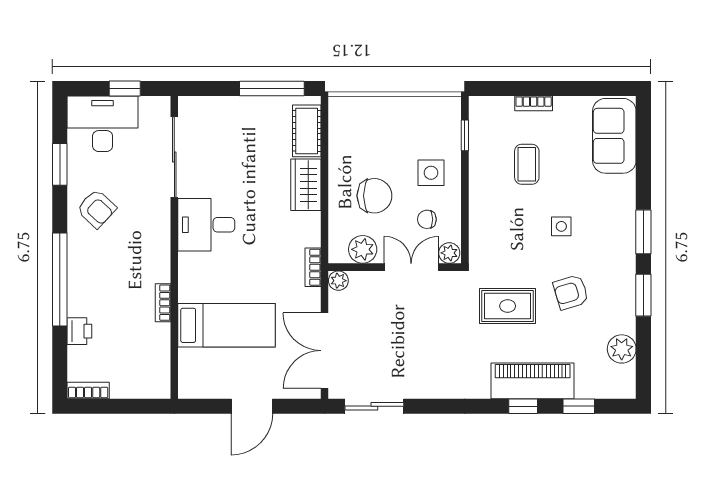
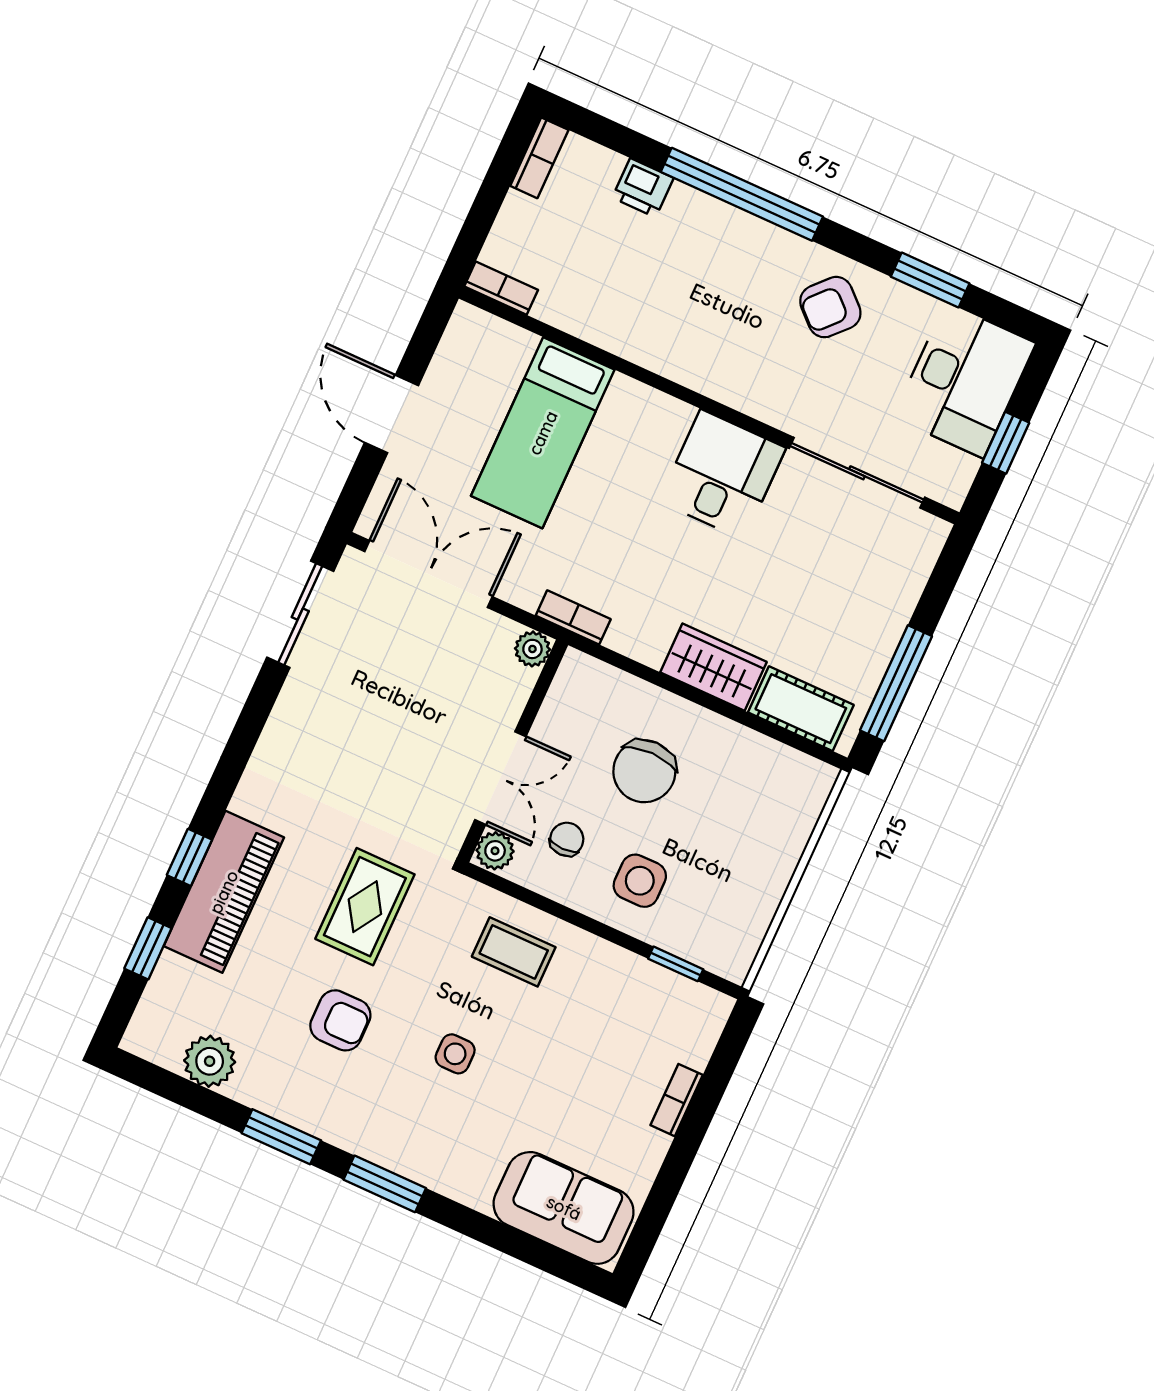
coffee table: (527, 164) -> (514, 952), moved
plant: (363, 249) -> (565, 712), removed
armchair: (571, 292) -> (340, 1020), turned 107
bookcase: (163, 303) -> (501, 288), moved

